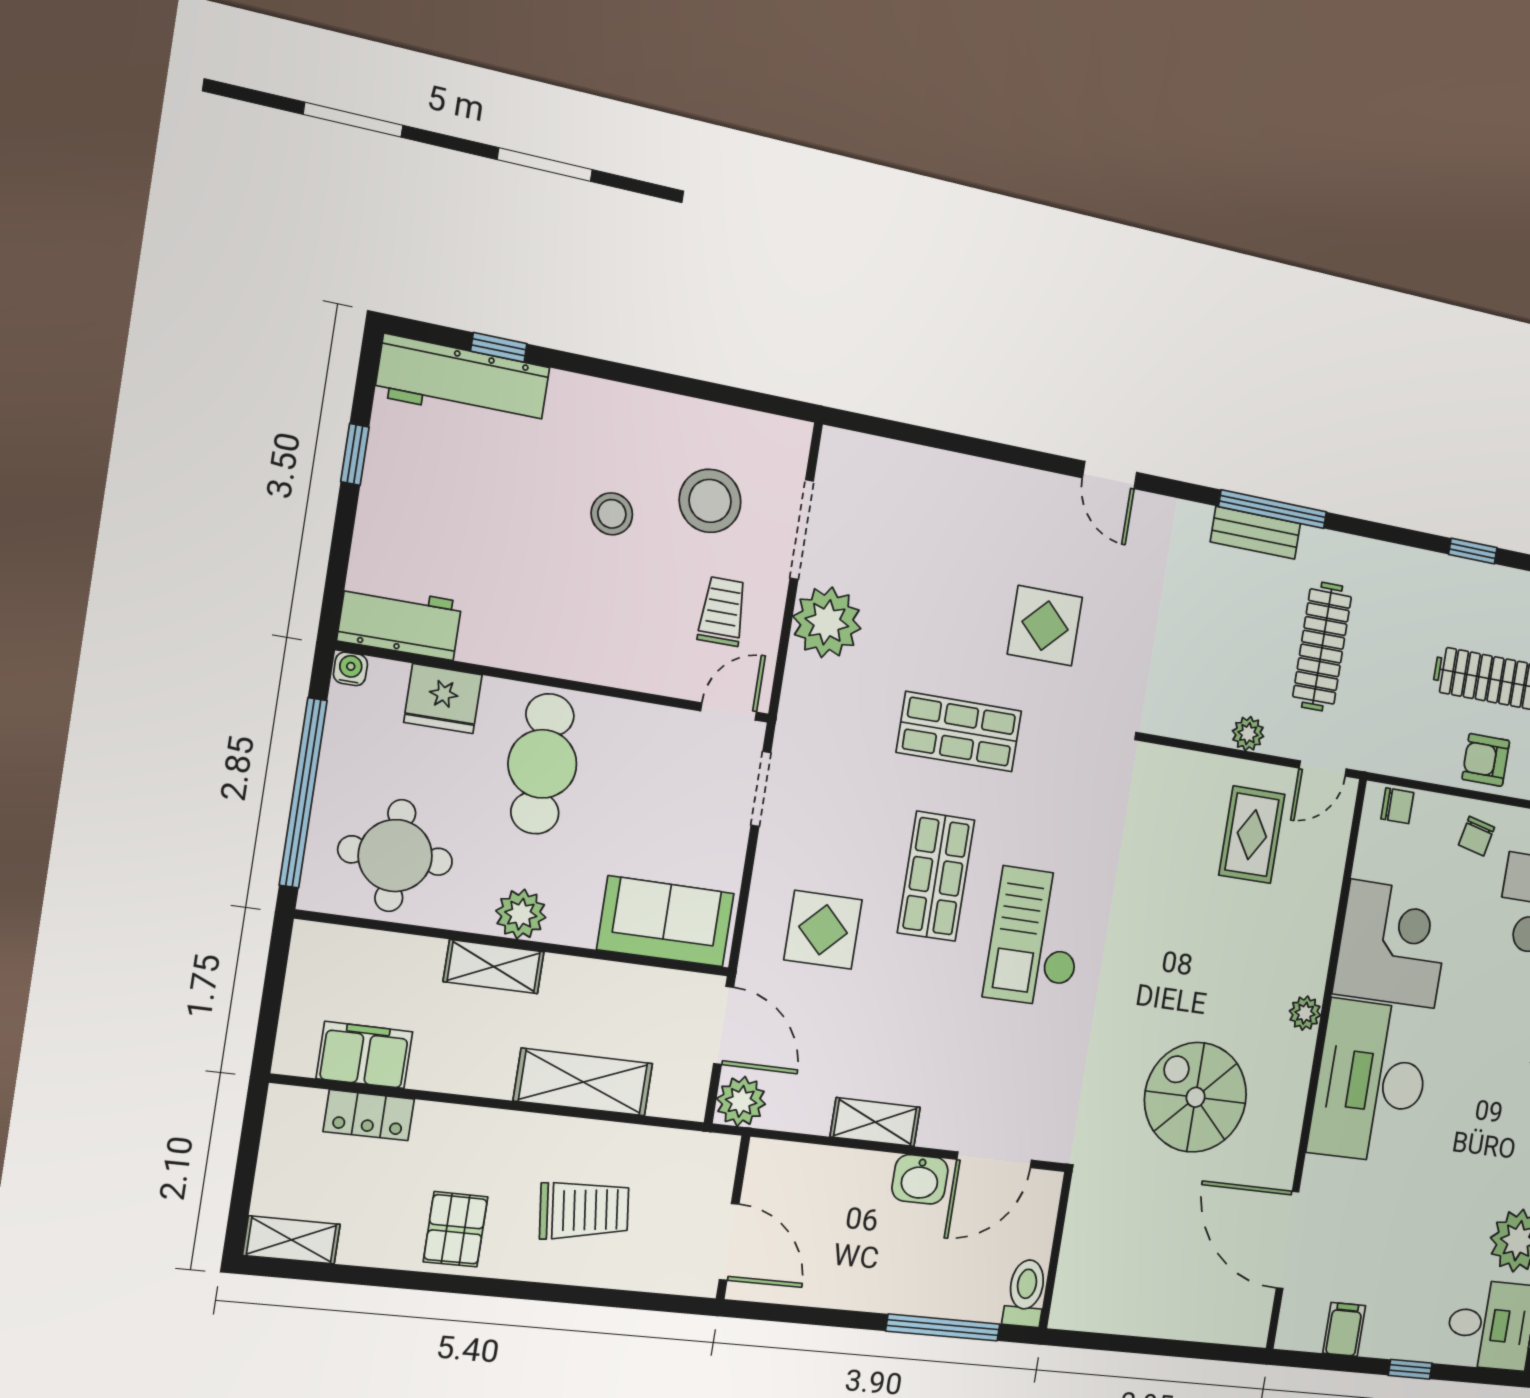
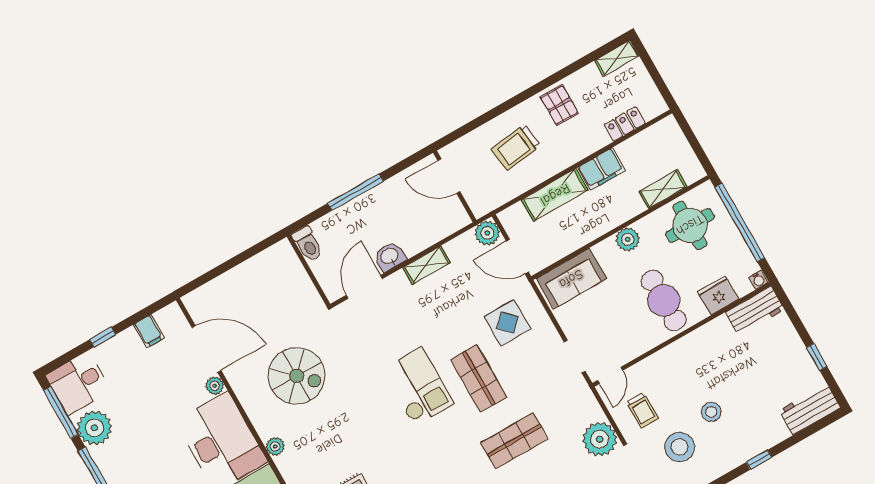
window: (499, 347) -> (759, 460), moved
workbench: (463, 381) -> (810, 409), width x0.73
shelving: (494, 967) -> (663, 189), moved
filing cabinet: (365, 1055) -> (601, 169), moved
plant: (1318, 1174) -> (215, 386), added
window: (943, 1328) -> (355, 192), moved

